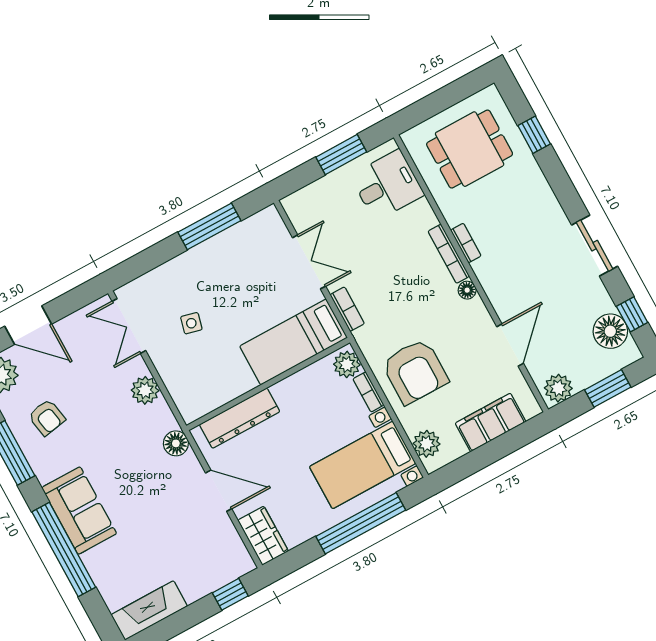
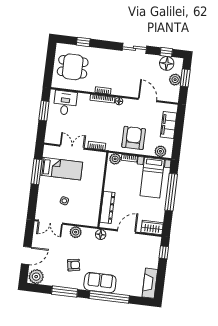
dining table: (470, 149) -> (73, 67), turned 90
bed: (294, 342) -> (61, 169), moved, turned -90
armchair: (415, 371) -> (134, 138), turned -90
plant: (558, 388) -> (175, 80), moved
armchair: (47, 417) -> (74, 265), moved

